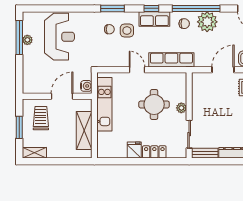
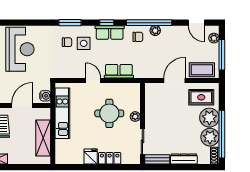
plant: (207, 22) -> (155, 31), width x0.53, depth x0.53
row of seats: (171, 60) -> (119, 71), width x0.68

